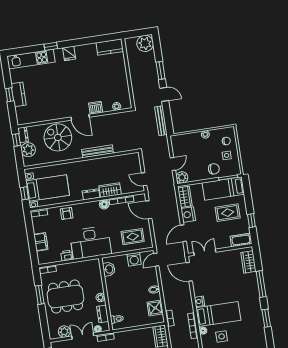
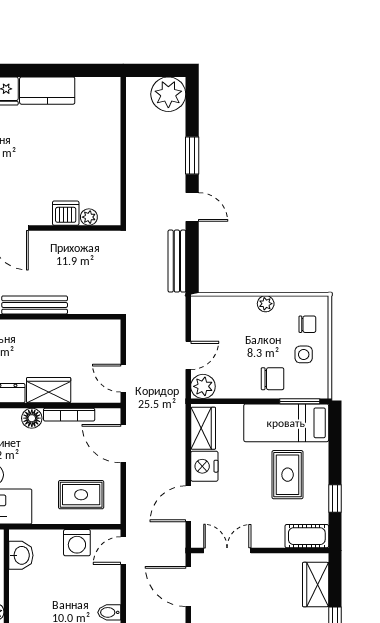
kitchen counter: (110, 47) -> (47, 91), moved
dishwasher: (96, 108) -> (66, 213), moved
rug: (228, 213) -> (288, 475), turned 90

